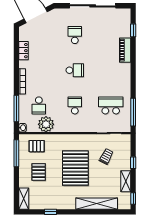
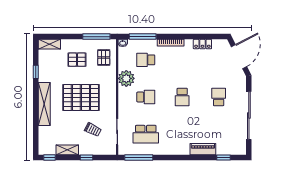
school desk: (75, 35) -> (219, 97), turned -90
school desk: (111, 105) -> (146, 134), turned 90
plant: (46, 124) -> (126, 78), moved
shelving: (97, 204) -> (44, 104), moved

